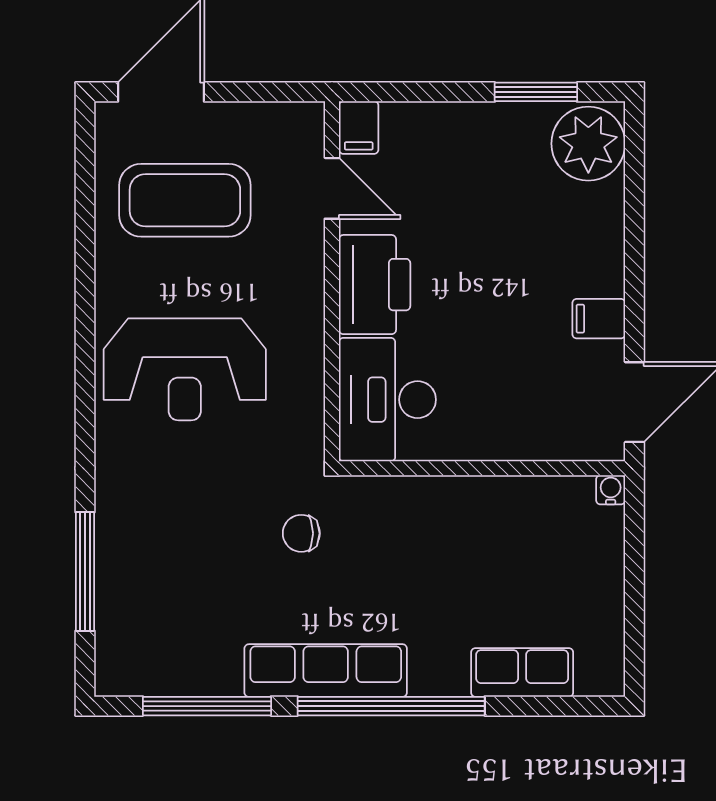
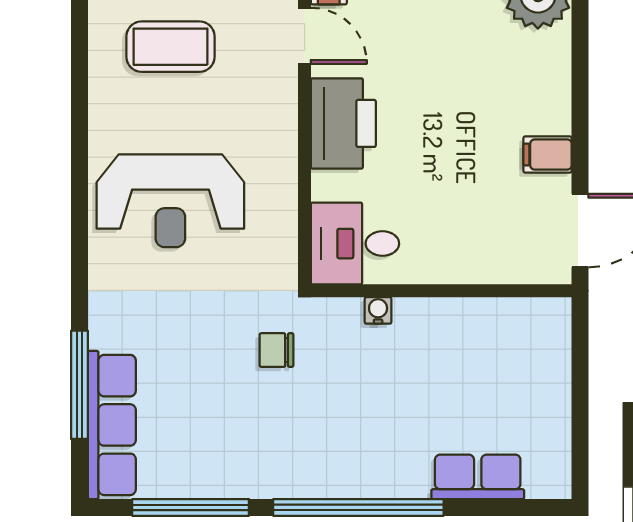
coffee table: (185, 200) -> (170, 47), width x0.73, depth x0.76
desk: (387, 400) -> (355, 244), width x0.73
water cooler: (611, 490) -> (378, 310), moved
row of seats: (326, 671) -> (112, 425), moved, turned 90

